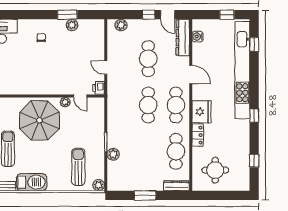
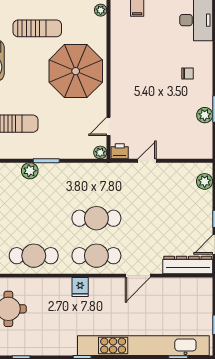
water cooler: (198, 37) -> (189, 285), removed
cafe table: (148, 59) -> (159, 218), removed
plant: (65, 102) -> (100, 152), moved
fridge: (201, 112) -> (80, 287), width x0.53, depth x0.75
locker: (198, 135) -> (56, 285), removed

